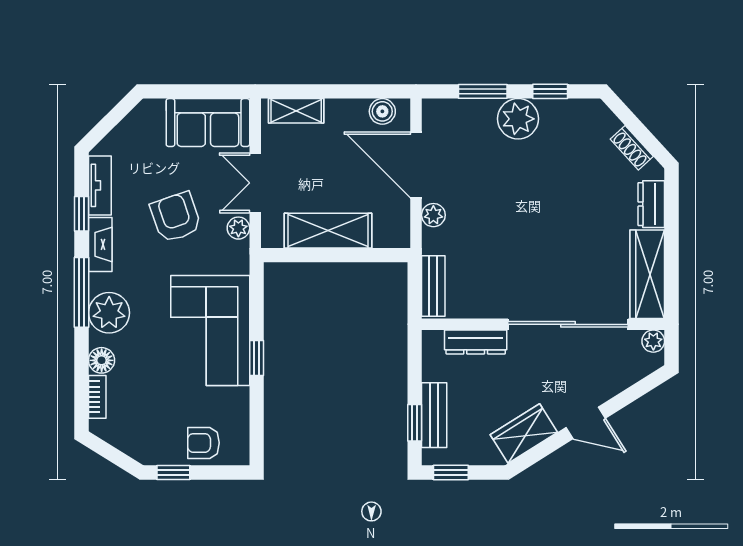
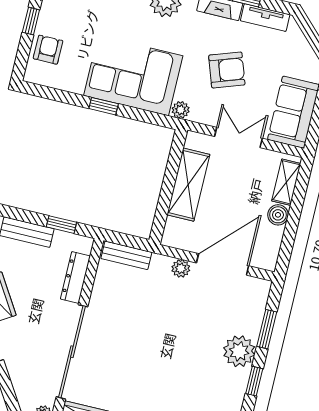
boiler: (382, 111) -> (278, 215), moved
plant: (238, 228) -> (181, 110), moved
window: (415, 423) -> (61, 225), moved

